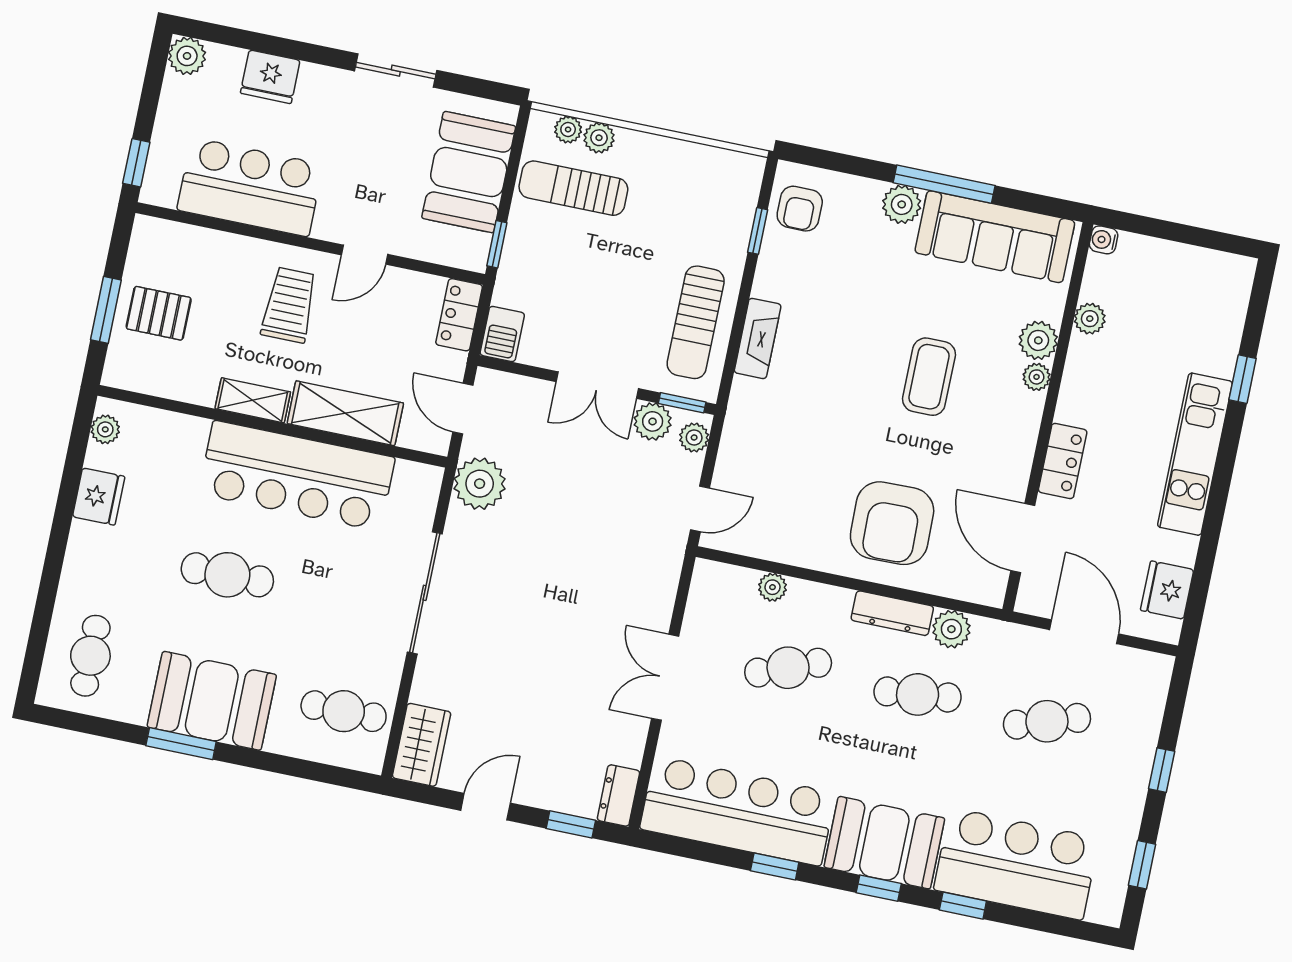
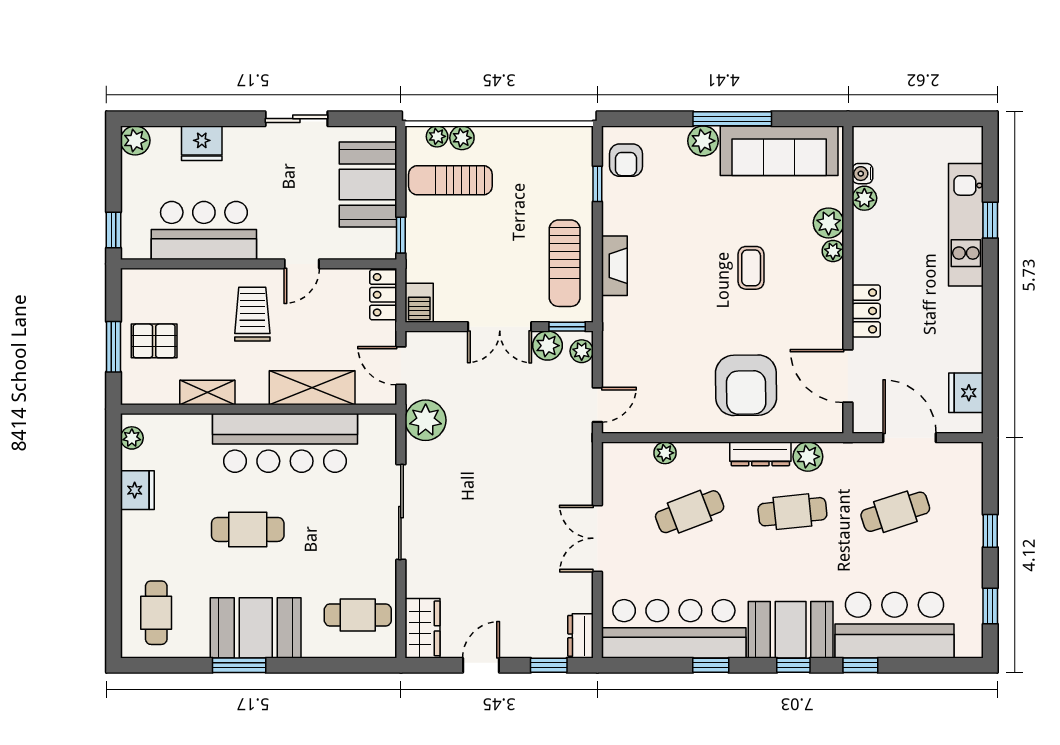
water cooler: (1104, 240) -> (862, 174), moved
coffee table: (929, 377) -> (751, 268), width x0.73, depth x0.77
shelving: (253, 400) -> (207, 392), moved
kitchen unit: (1195, 454) -> (966, 225), moved

